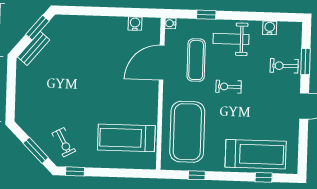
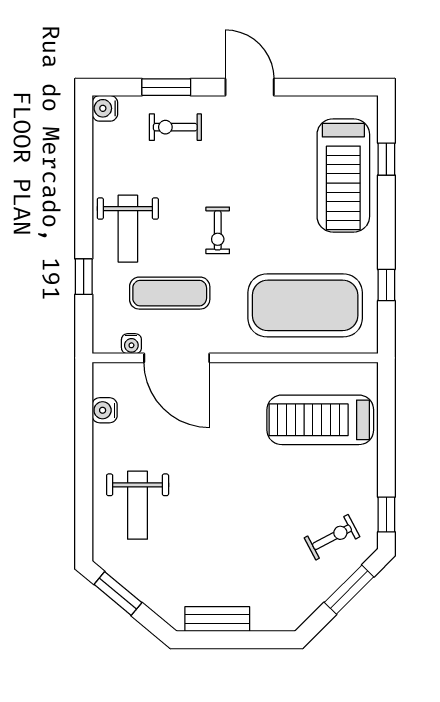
water cooler: (170, 23) -> (131, 344), moved
water cooler: (270, 28) -> (105, 108), moved
weight bench: (84, 39) -> (138, 505), added
bench: (34, 48) -> (217, 619), moved, turned -40
exercise bike: (284, 66) -> (175, 127), turned 90
treadmill: (126, 138) -> (320, 420), turned 90
treadmill: (256, 154) -> (343, 175), turned 180

